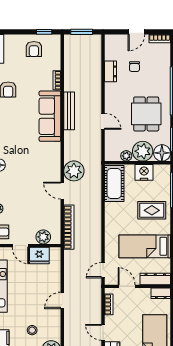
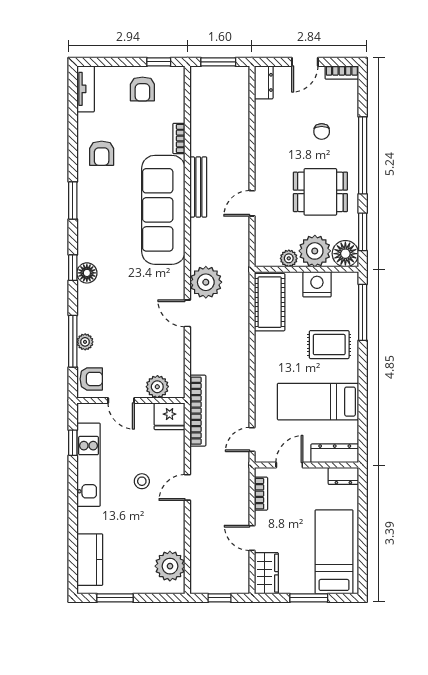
chair: (134, 67) -> (322, 131), moved
dresser: (110, 71) -> (264, 82), moved
dining table: (146, 114) -> (320, 192), turned 90
sofa: (50, 116) -> (163, 210), width x1.36, depth x1.27
door: (103, 121) -> (252, 203), swing flipped
bookcase: (69, 227) -> (198, 411), moved
fridge: (39, 255) -> (170, 416), moved
door: (127, 286) -> (289, 465), hinge flipped
stool: (32, 330) -> (142, 481), moved

